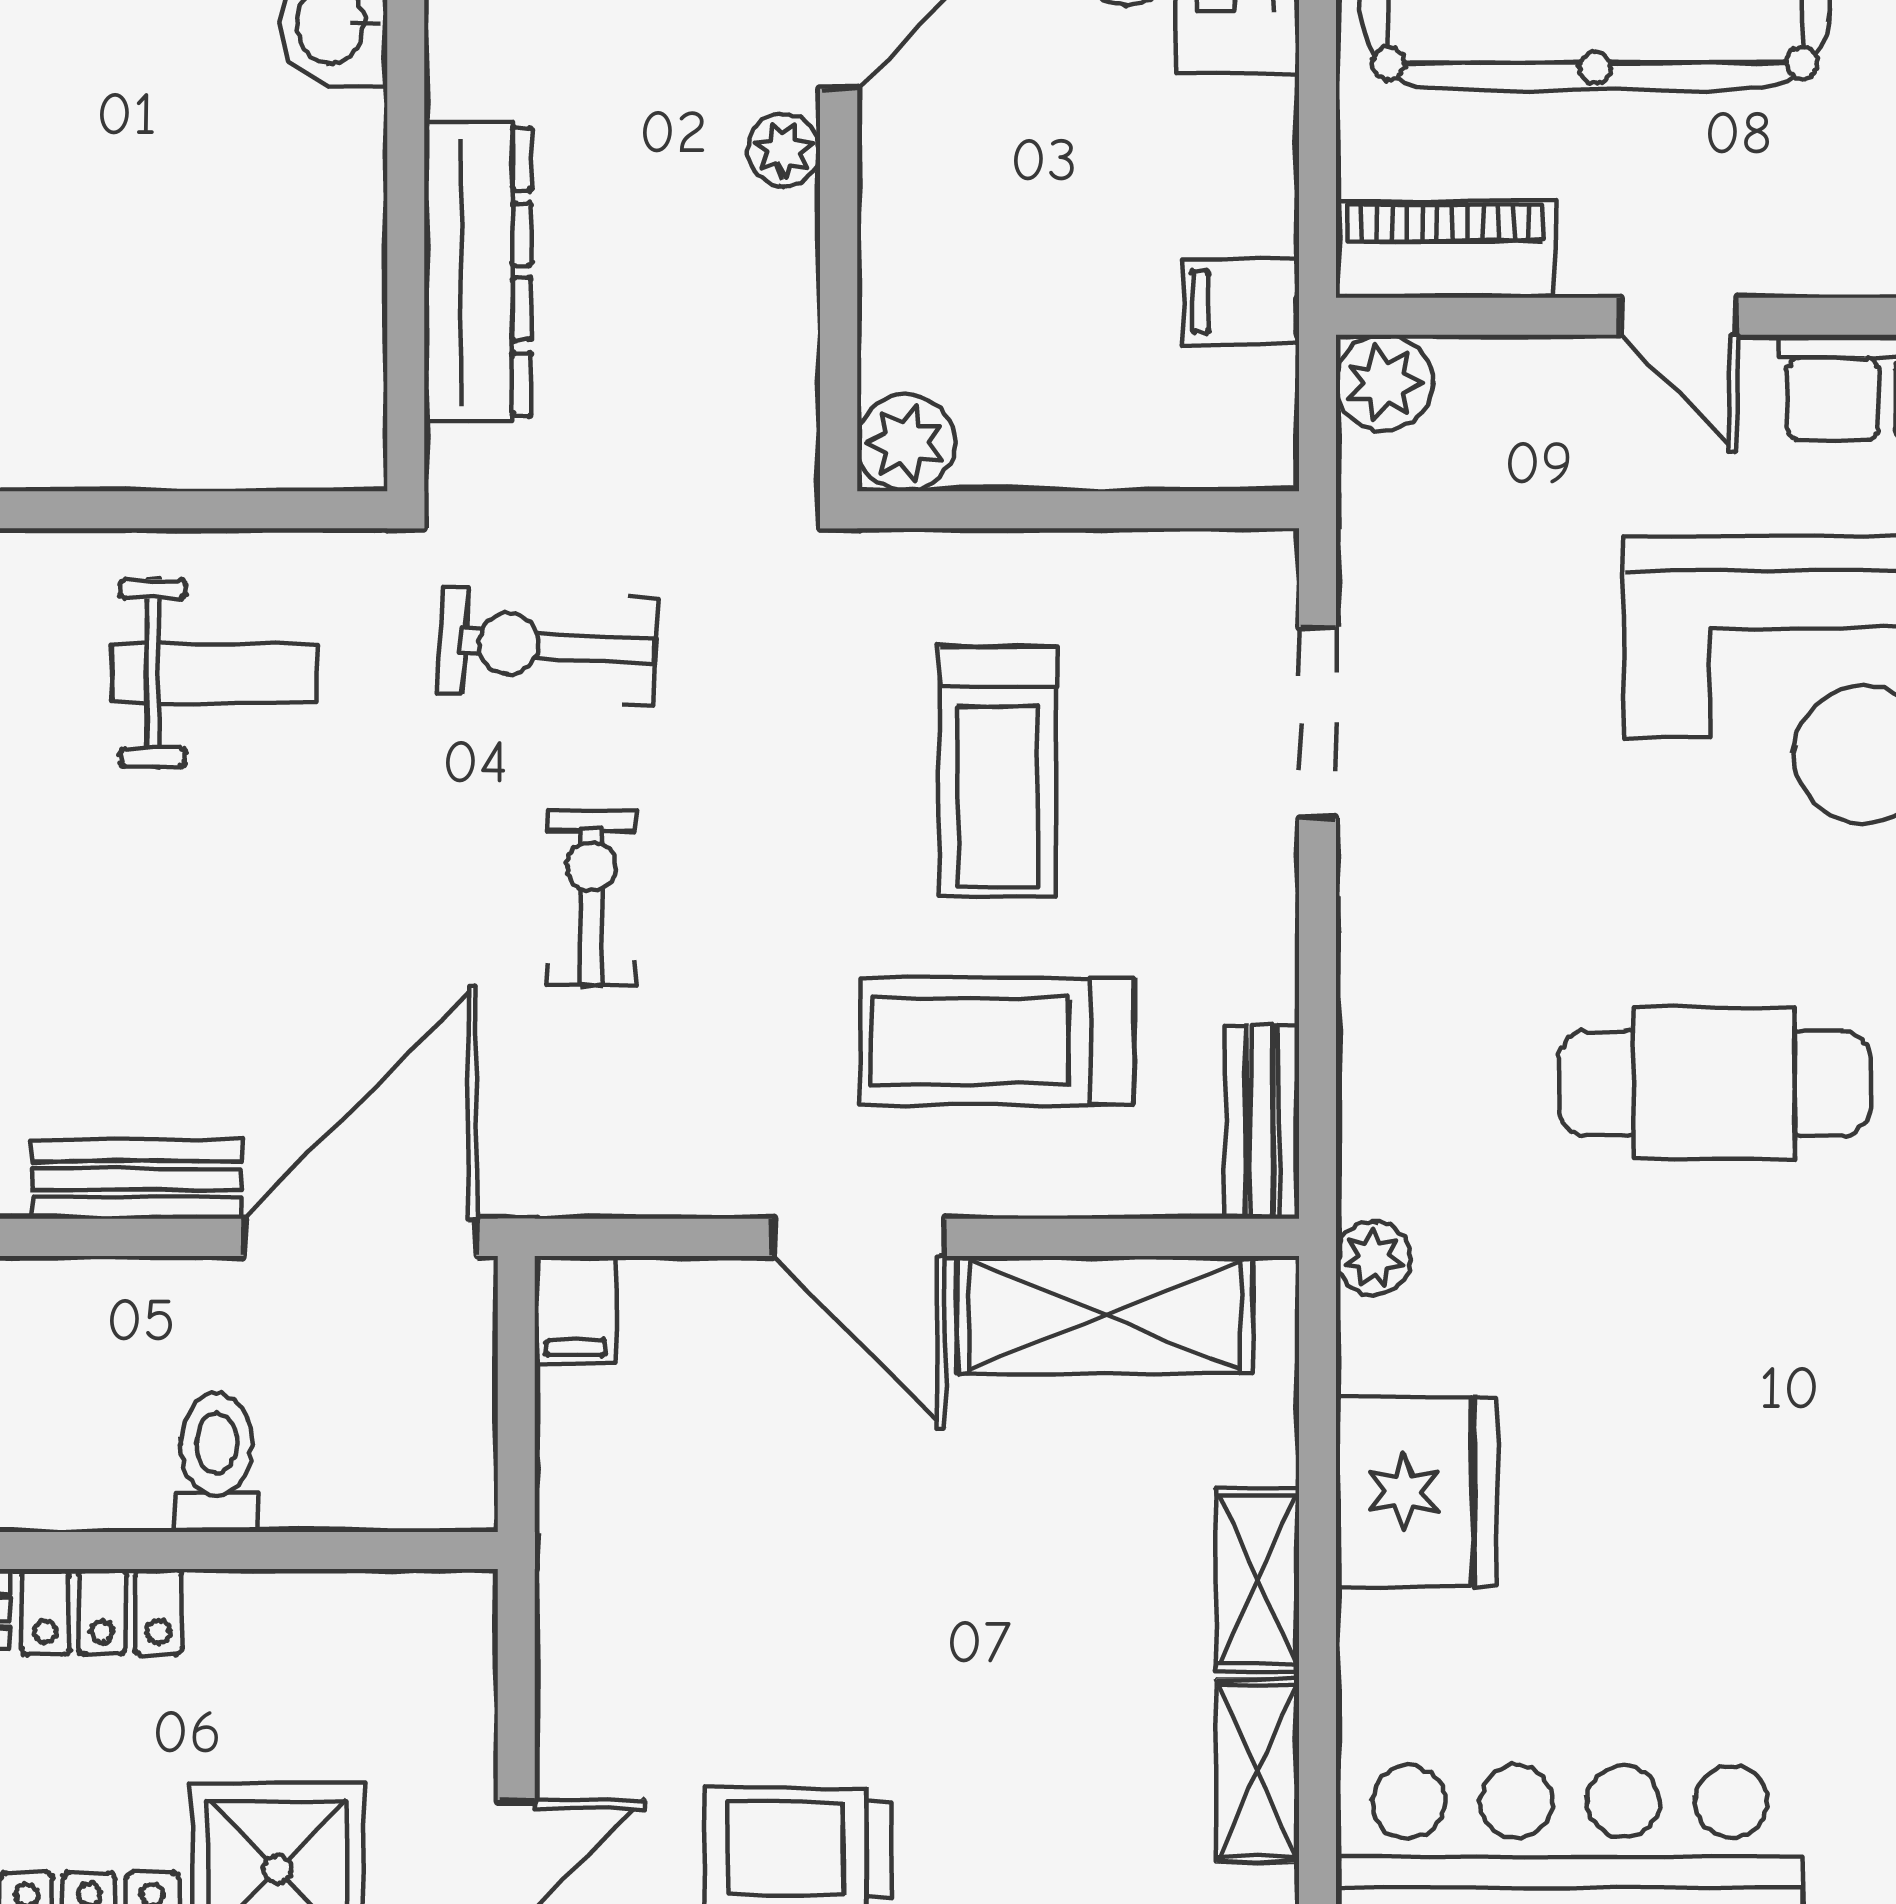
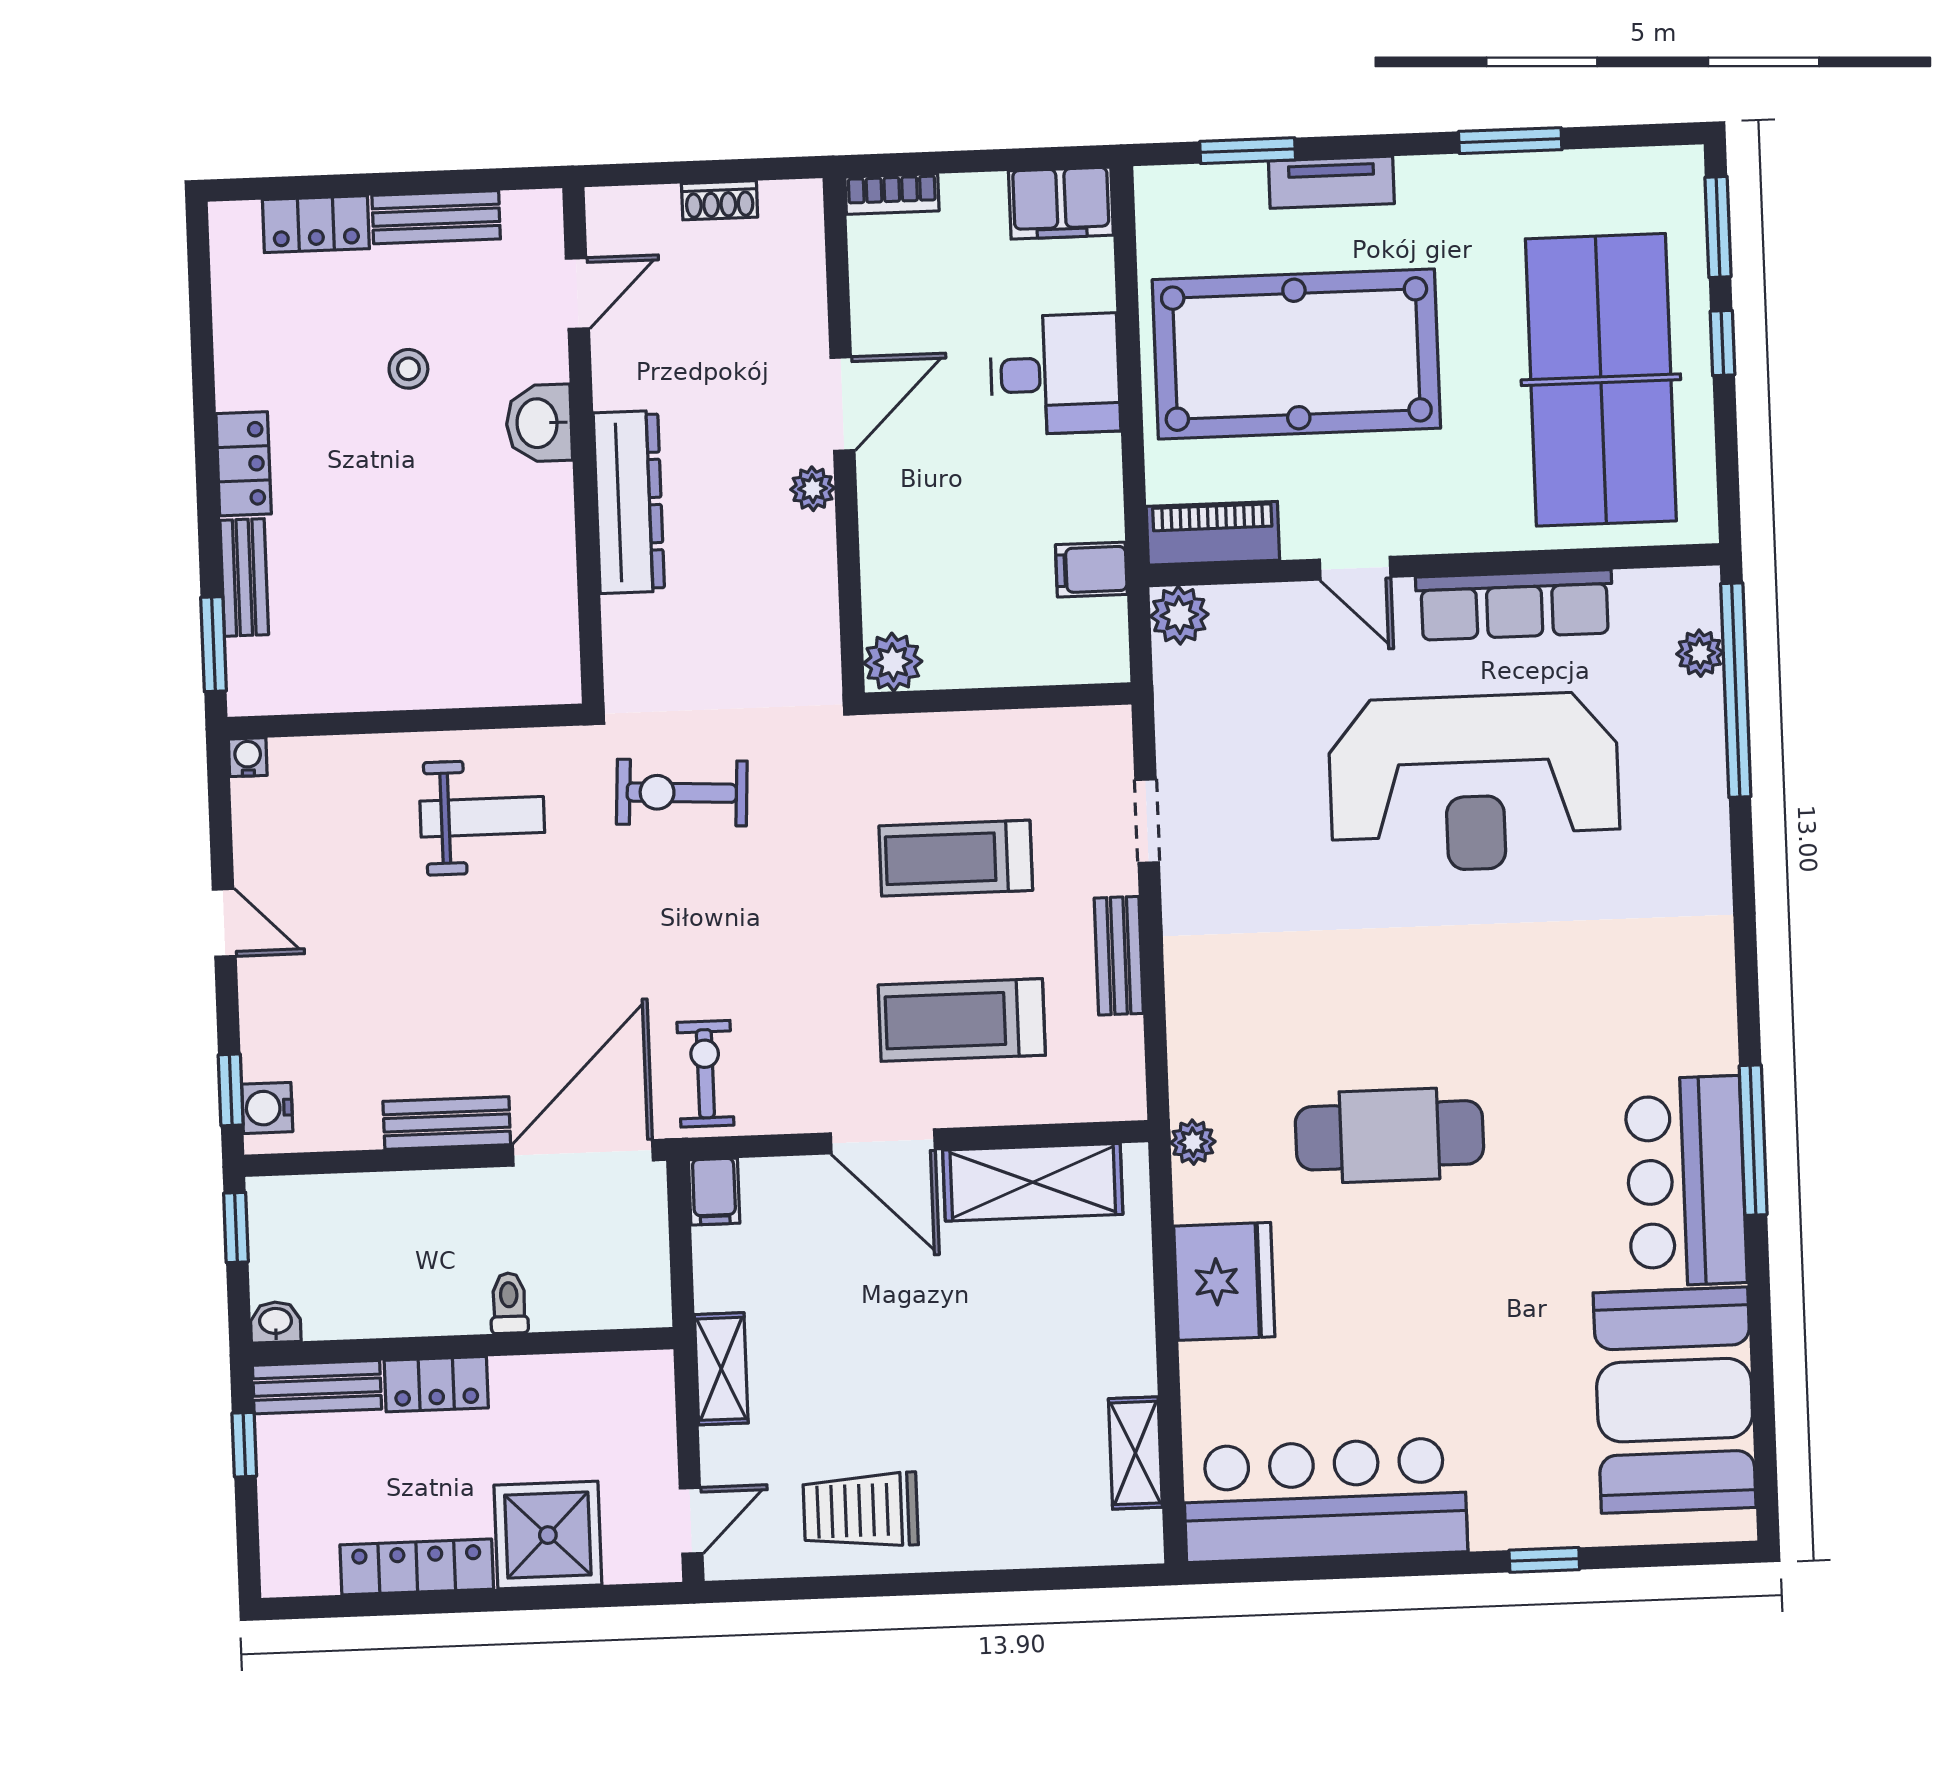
dresser: (478, 272) -> (629, 502), moved
doorway: (1318, 723) -> (1147, 821), width x0.73
treadmill: (998, 772) -> (956, 858), turned 90
exercise bike: (591, 898) -> (705, 1074), moved
cafe table: (1714, 1083) -> (1389, 1135), moved
bench: (1262, 1122) -> (1119, 956), moved
toilet: (216, 1463) -> (509, 1303), width x0.73, depth x0.72
shelving: (1258, 1580) -> (721, 1369), moved

